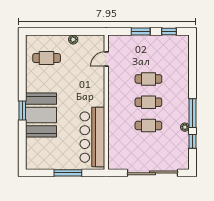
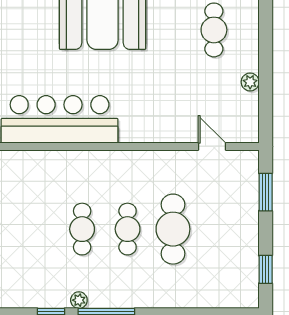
window: (141, 32) -> (266, 192), moved
cafe table: (148, 79) -> (173, 229), width x1.37, depth x1.35

